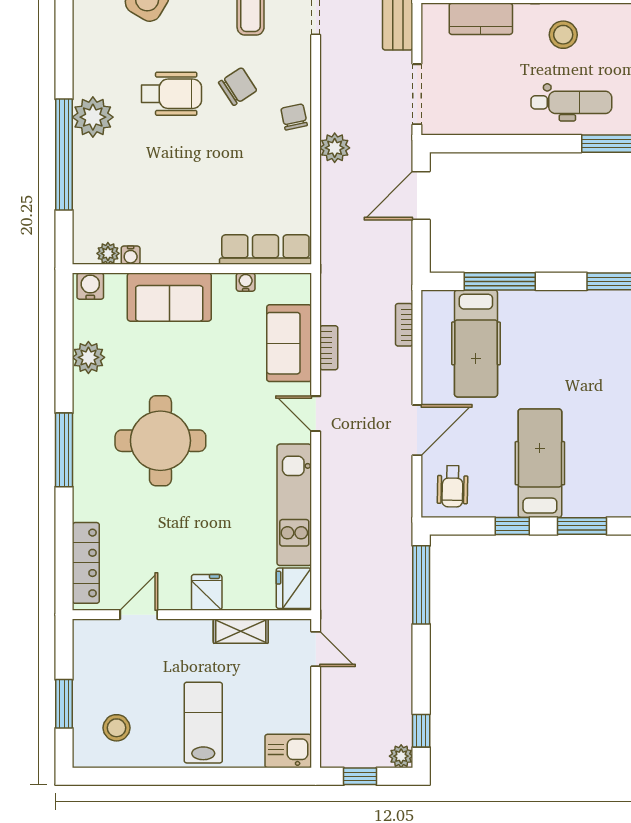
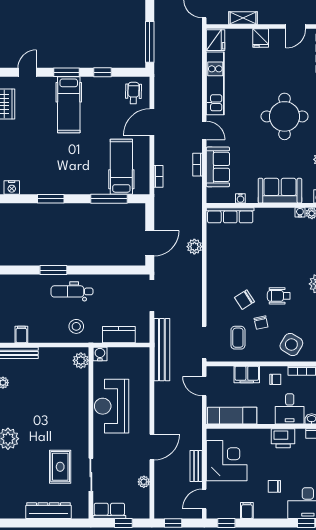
wheelchair: (171, 94) -> (279, 296), width x0.73, depth x0.73
chair: (294, 117) -> (261, 323), moved
plant: (335, 148) -> (194, 247), moved
hospital bed: (540, 463) -> (69, 105), moved

